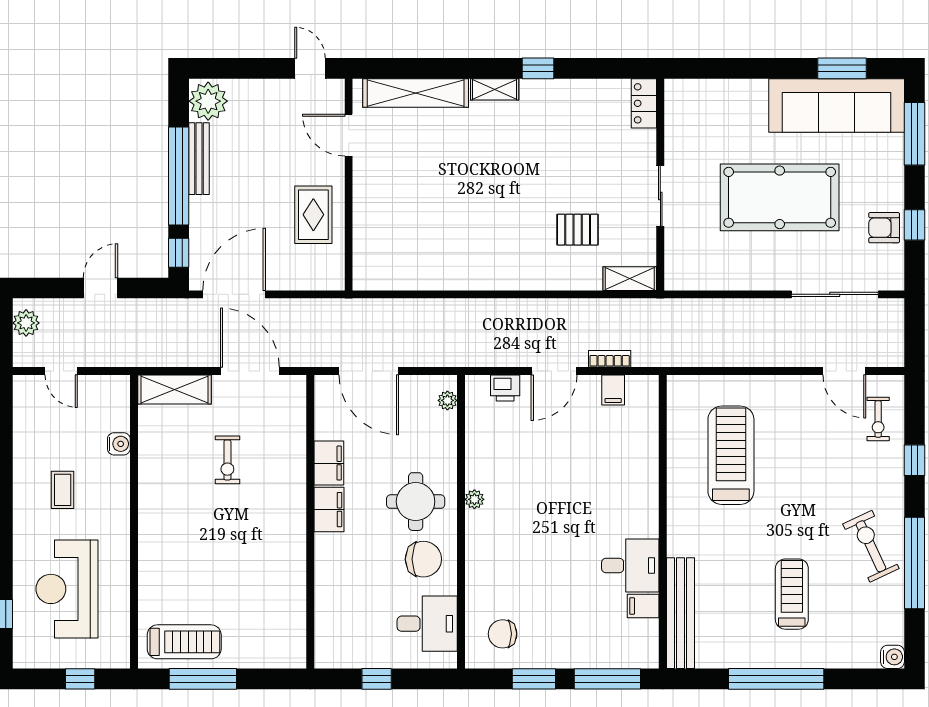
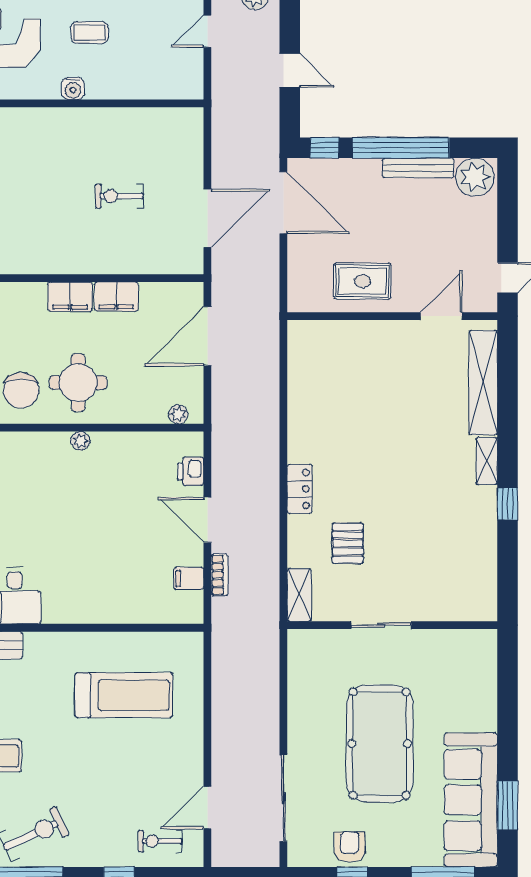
locker: (644, 103) -> (300, 489), moved, turned 90
shelving: (174, 390) -> (189, 144), removed
water cooler: (119, 444) -> (73, 88), moved

